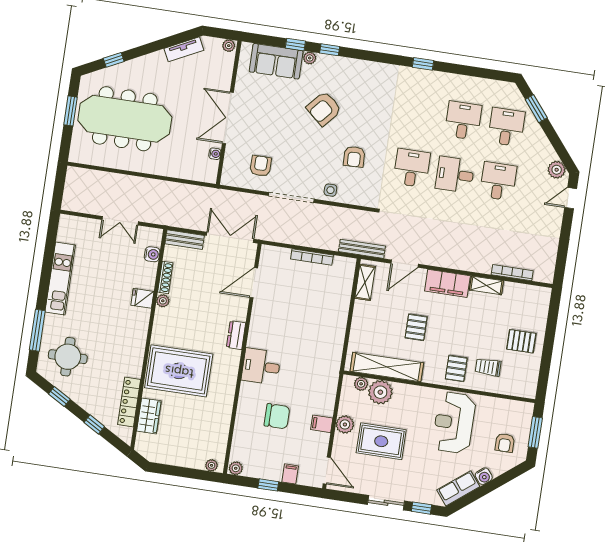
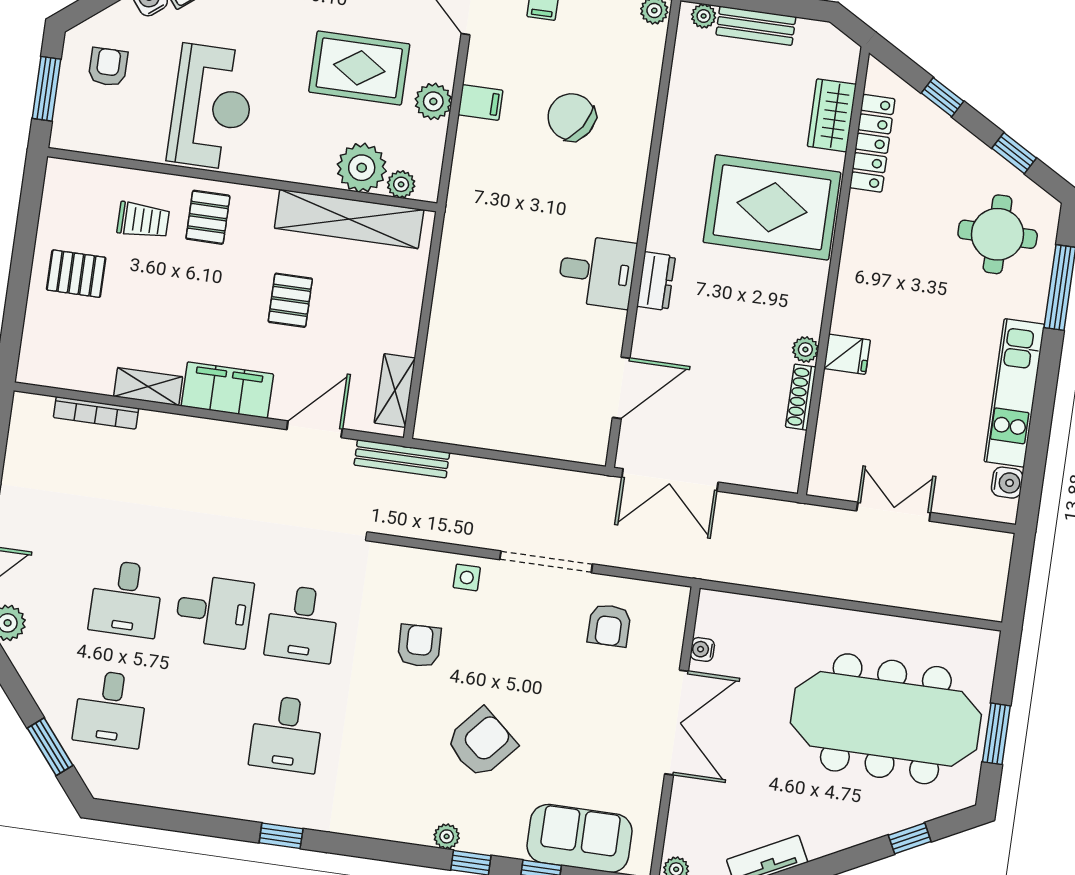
plant: (310, 58) -> (447, 836), moved
desk: (463, 120) -> (286, 734), moved
bench: (185, 240) -> (756, 26), moved
water cooler: (152, 254) -> (1007, 483), moved, turned 180
bookcase: (312, 257) -> (503, 441), removed
desk: (261, 366) -> (597, 272), moved
chair: (277, 416) -> (572, 117), turned 33

